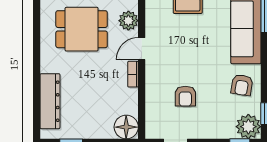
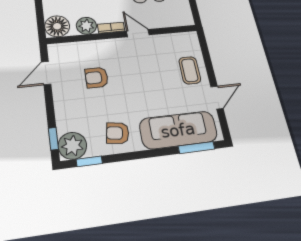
plant: (128, 21) -> (86, 26), moved

